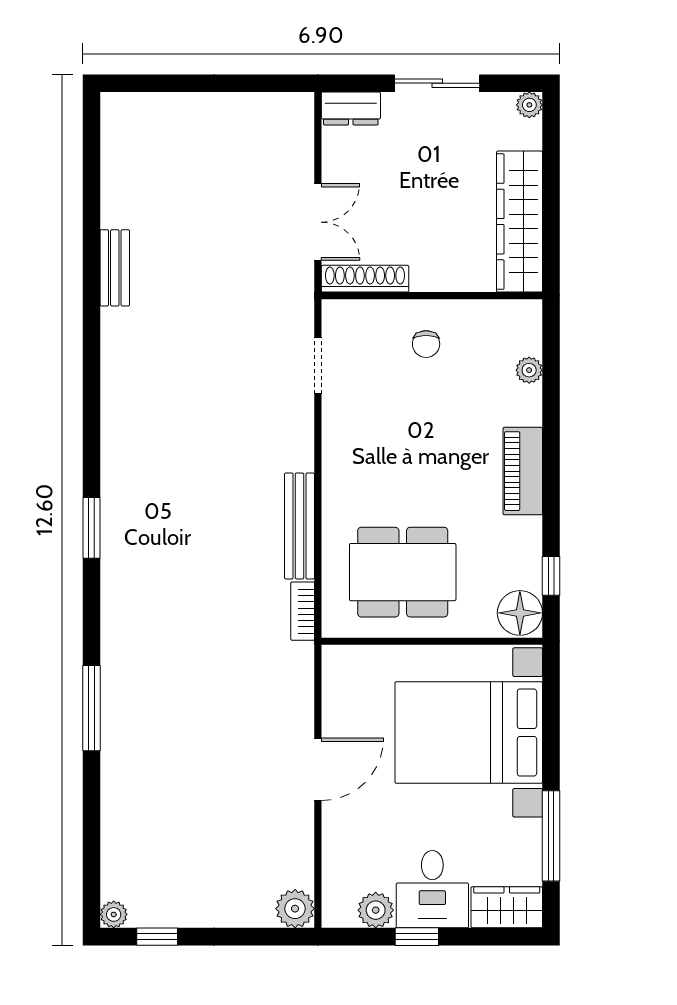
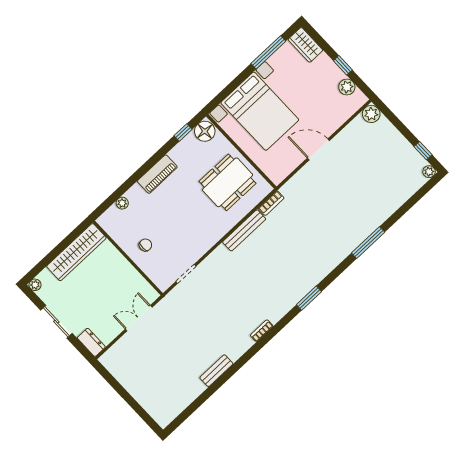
shoe rack: (365, 279) -> (143, 285), removed
bookcase: (111, 402) -> (262, 331), added
dining table: (403, 572) -> (228, 182), turned 90
desk: (432, 889) -> (322, 75), removed

